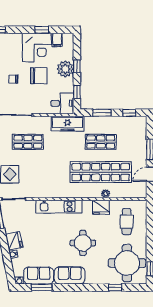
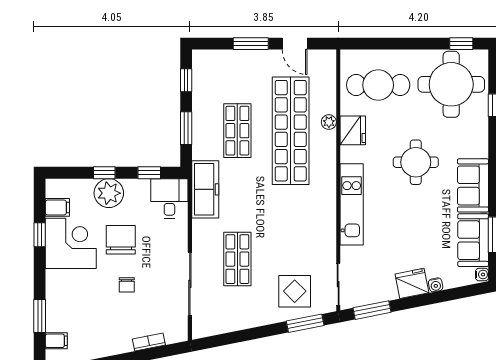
cafe table: (127, 222) -> (378, 85), width x1.37, depth x1.35

